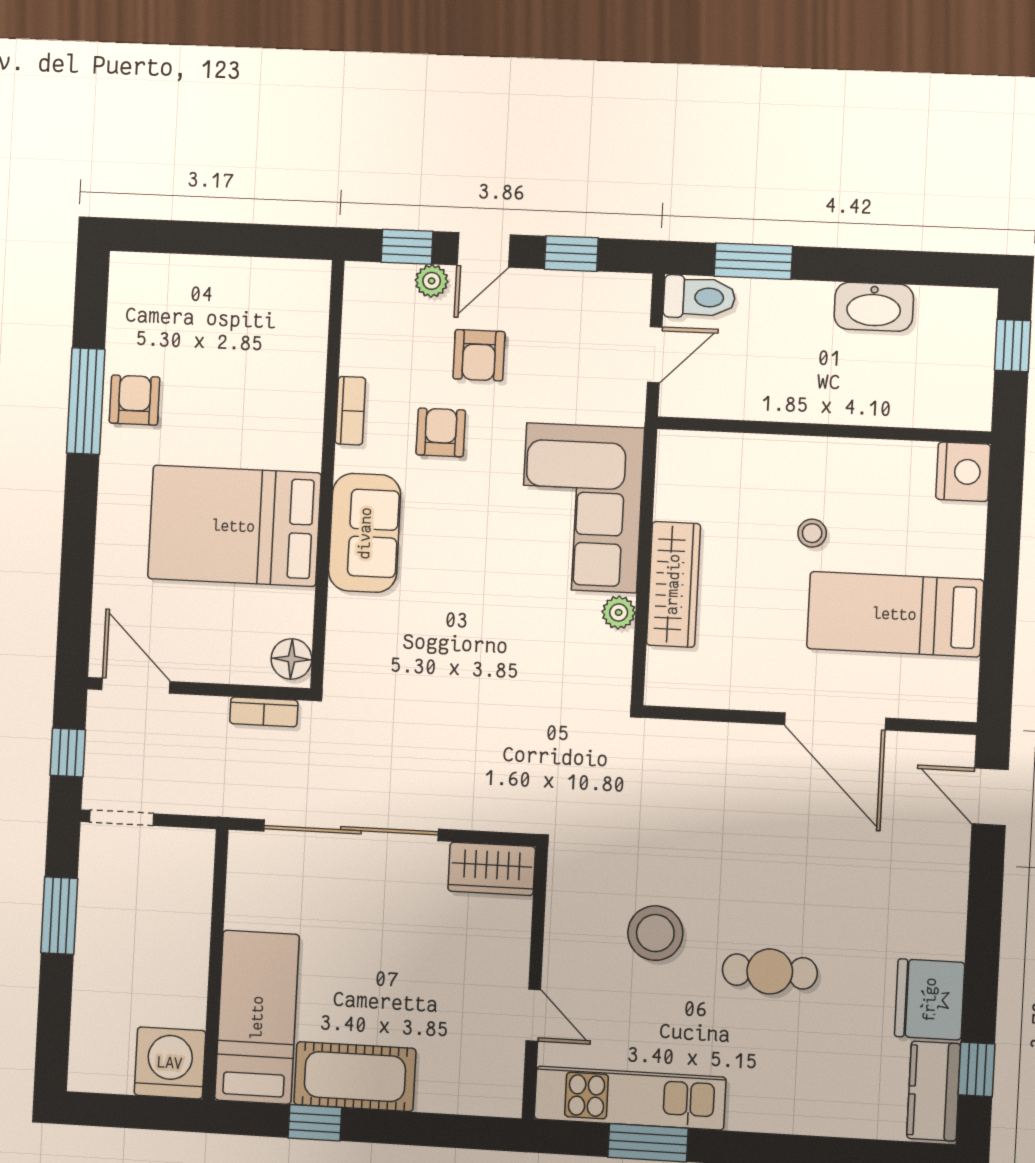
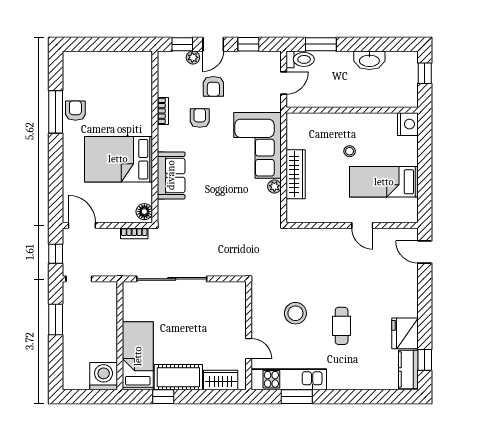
sofa: (365, 533) -> (171, 175), moved
door: (835, 721) -> (362, 225), width x0.53
wardrobe: (492, 869) -> (221, 380), moved, turned 180
cafe table: (770, 971) -> (342, 326), turned 90

